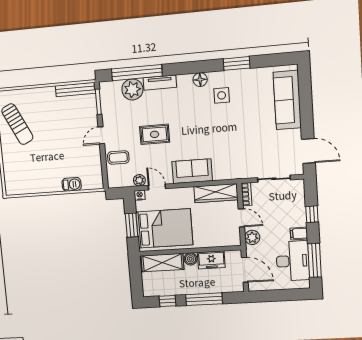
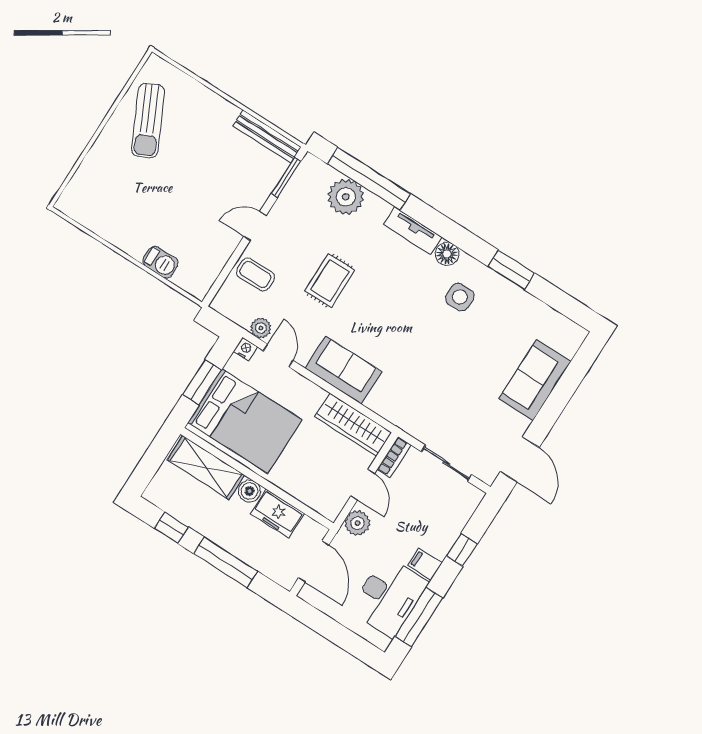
tv unit: (160, 83) -> (413, 231), moved
sofa: (287, 100) -> (535, 380), width x0.73
rug: (155, 134) -> (330, 281), turned 90

